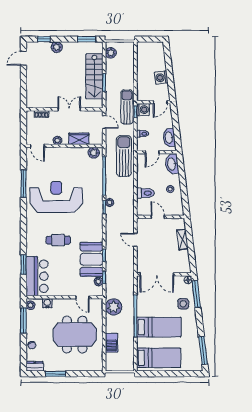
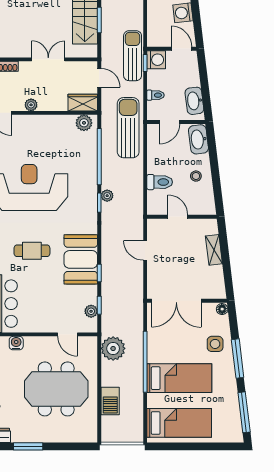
door: (160, 102) -> (181, 49), swing flipped
wardrobe: (79, 139) -> (83, 103), moved
booth: (92, 259) -> (81, 259), moved
window: (196, 294) -> (238, 358), moved

